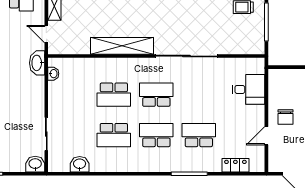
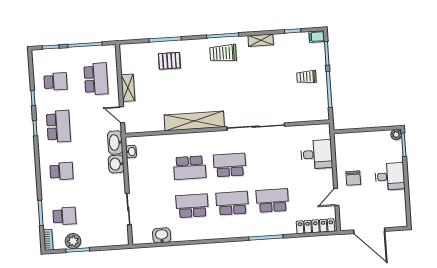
school desk: (114, 135) -> (192, 206), turned 180
washbasin: (35, 164) -> (116, 164), moved, turned -90
locker: (235, 165) -> (316, 226), width x1.53

